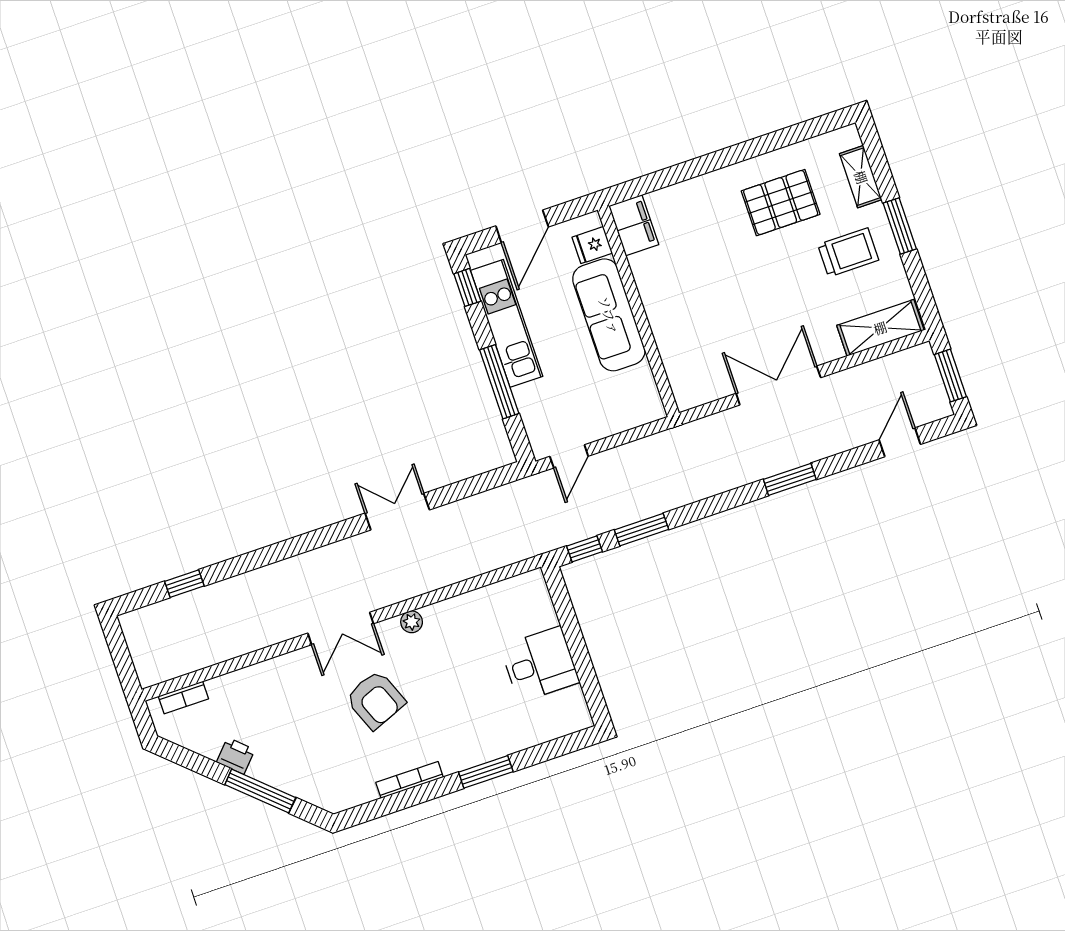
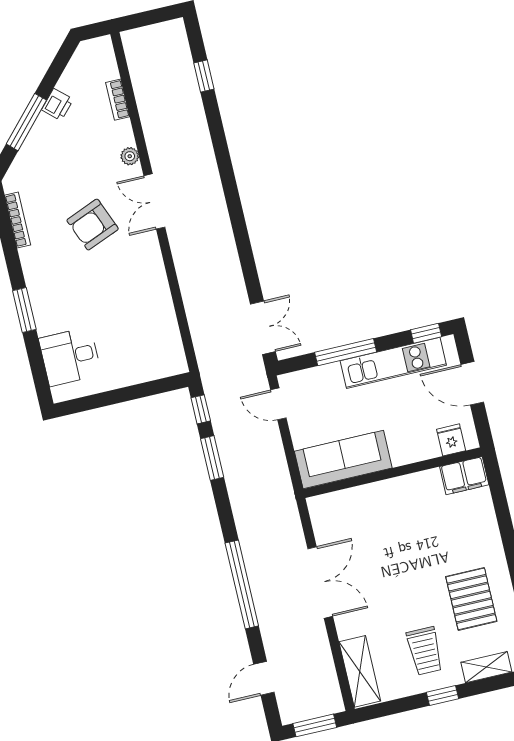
window: (900, 226) -> (442, 696), width x0.67
sofa: (609, 315) -> (343, 460), moved
door: (900, 442) -> (264, 678), swing flipped
window: (790, 479) -> (242, 584), width x2.11
double door: (397, 512) -> (263, 328), moved
plant: (412, 622) -> (130, 156), moved
desk: (540, 664) -> (70, 357), moved, turned 90
bookcase: (183, 697) -> (118, 100), moved
bookcase: (410, 780) -> (18, 220), moved

